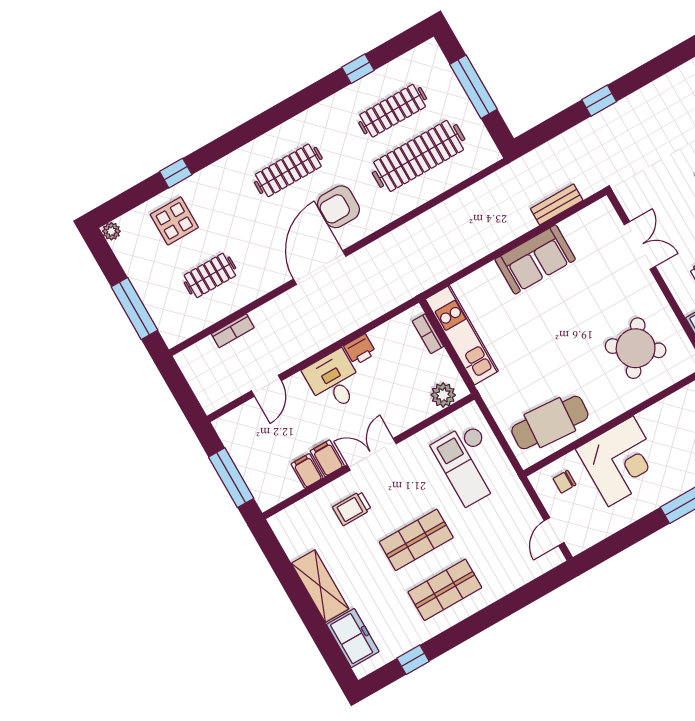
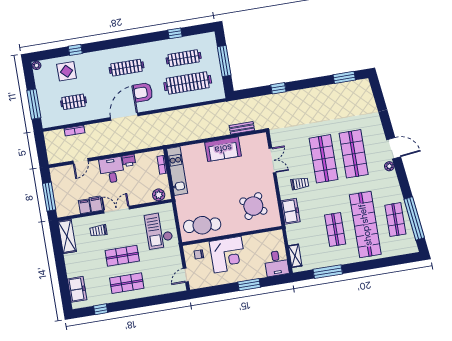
shelving: (320, 586) -> (67, 236), moved

